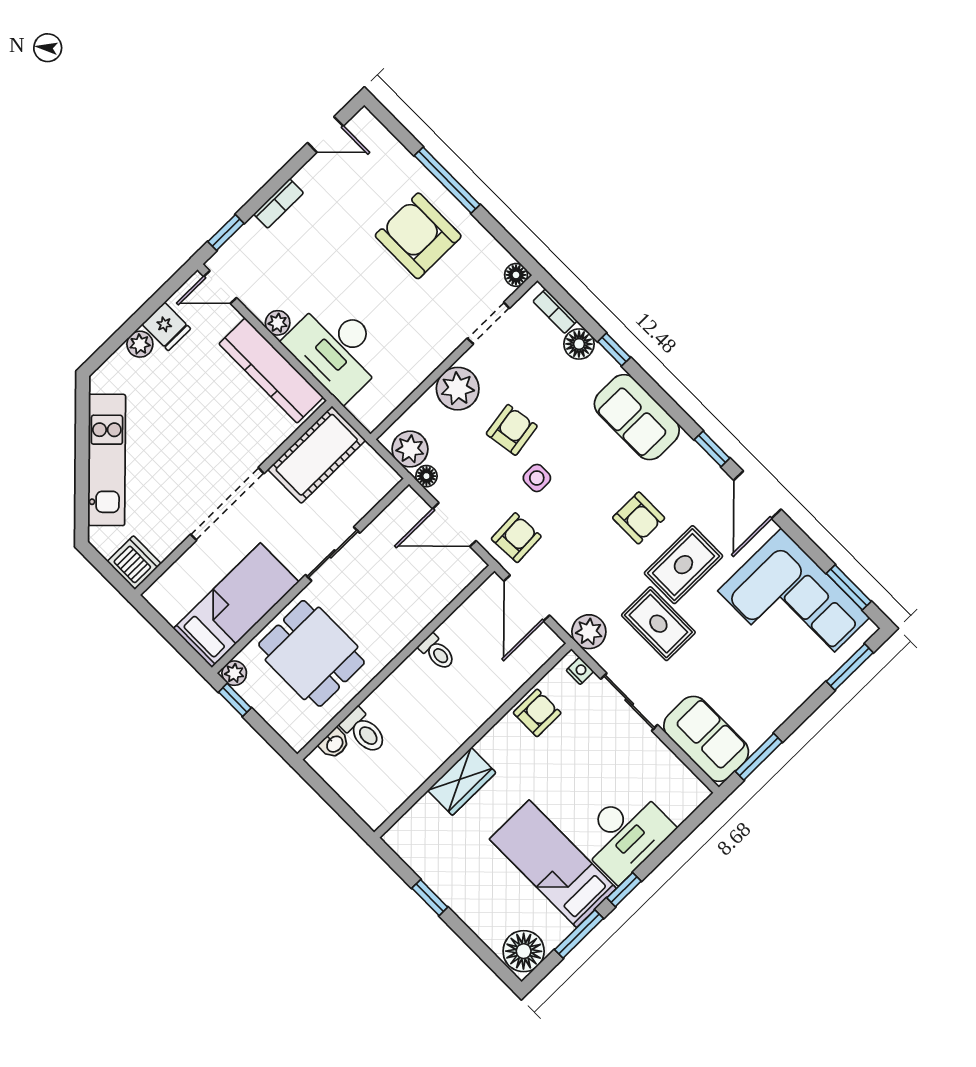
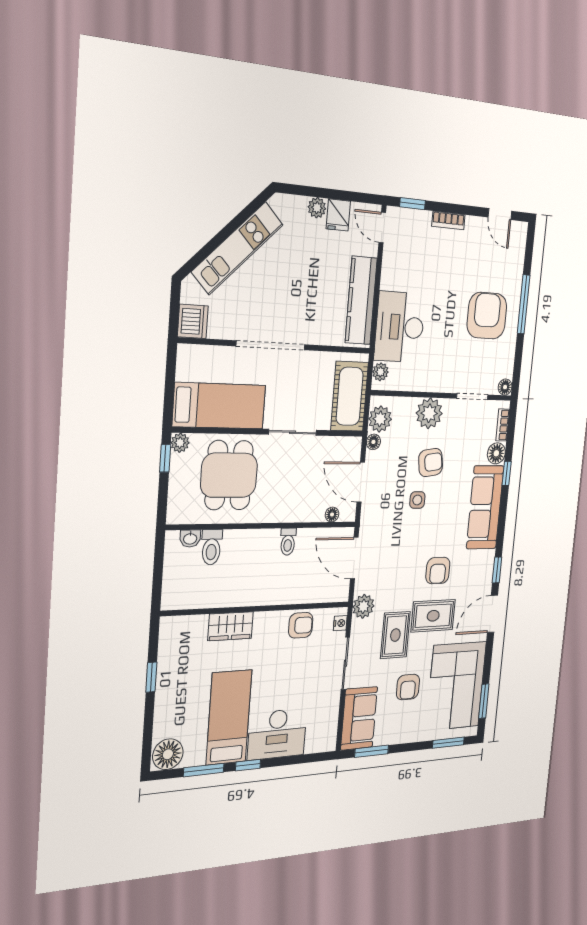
plant: (278, 323) -> (380, 372), moved
sofa: (637, 417) -> (485, 507), width x1.36
cot: (317, 455) -> (350, 396), moved, turned 90
armchair: (516, 538) -> (408, 687), moved, turned 93
floor lamp: (457, 583) -> (332, 514), added
door: (527, 598) -> (354, 558), hinge flipped

